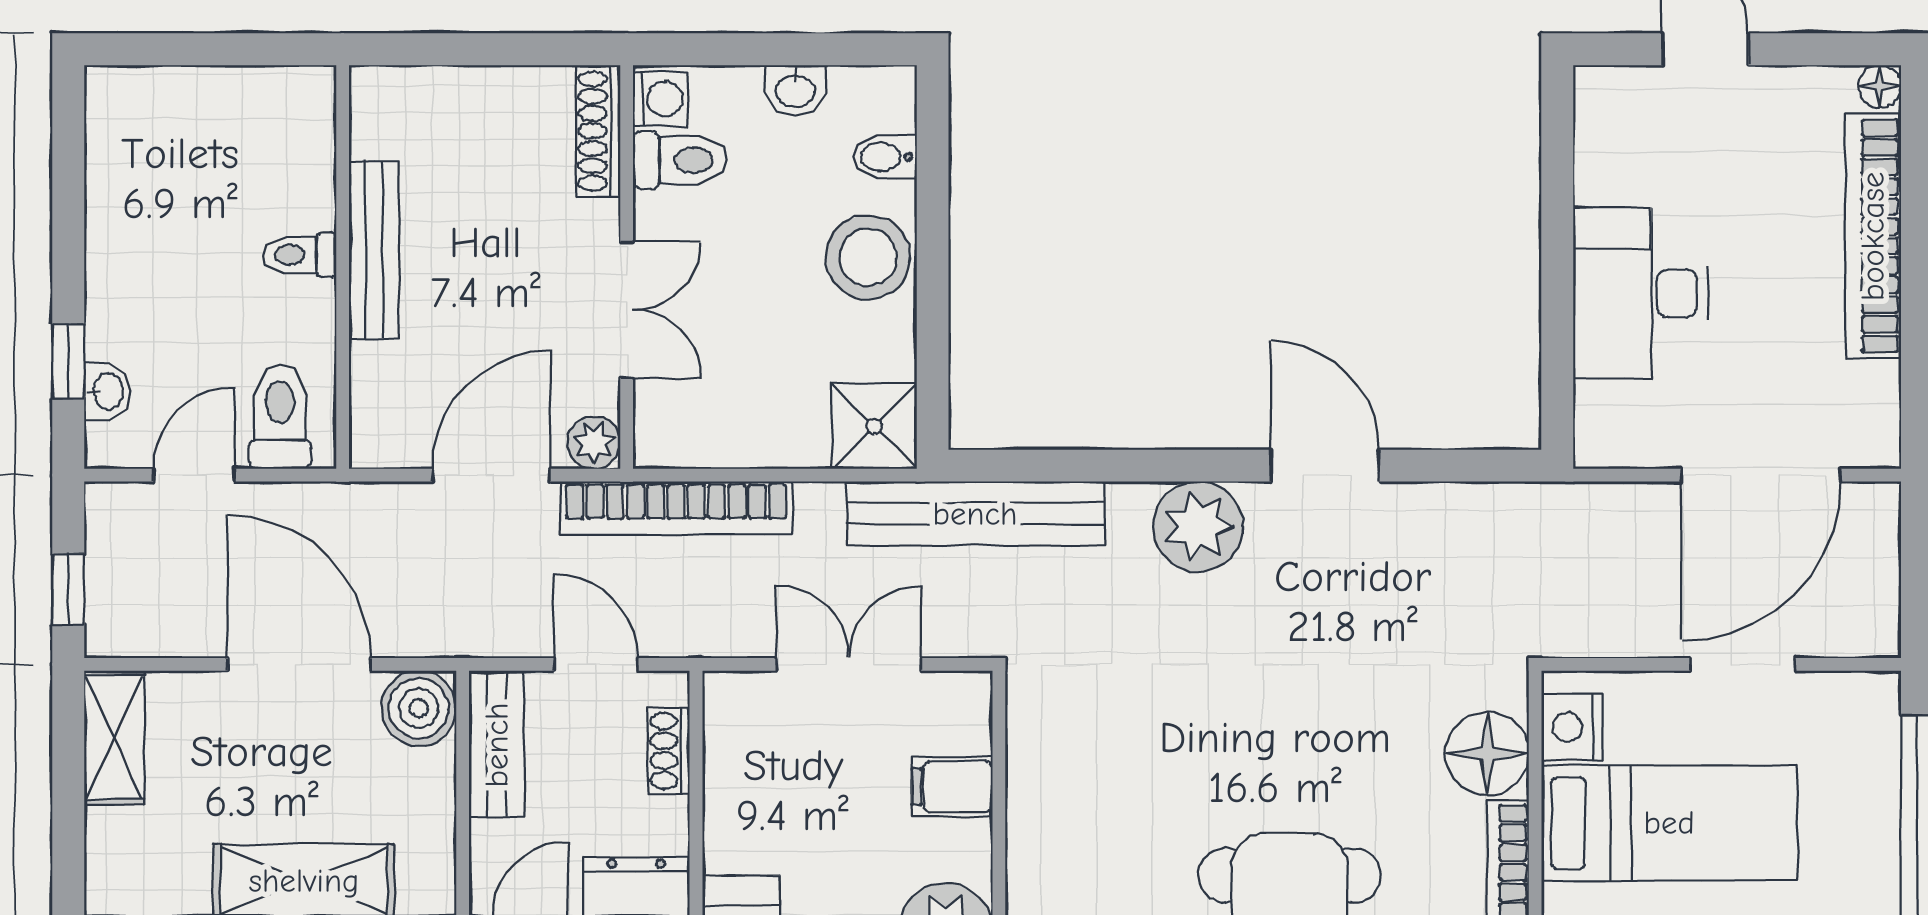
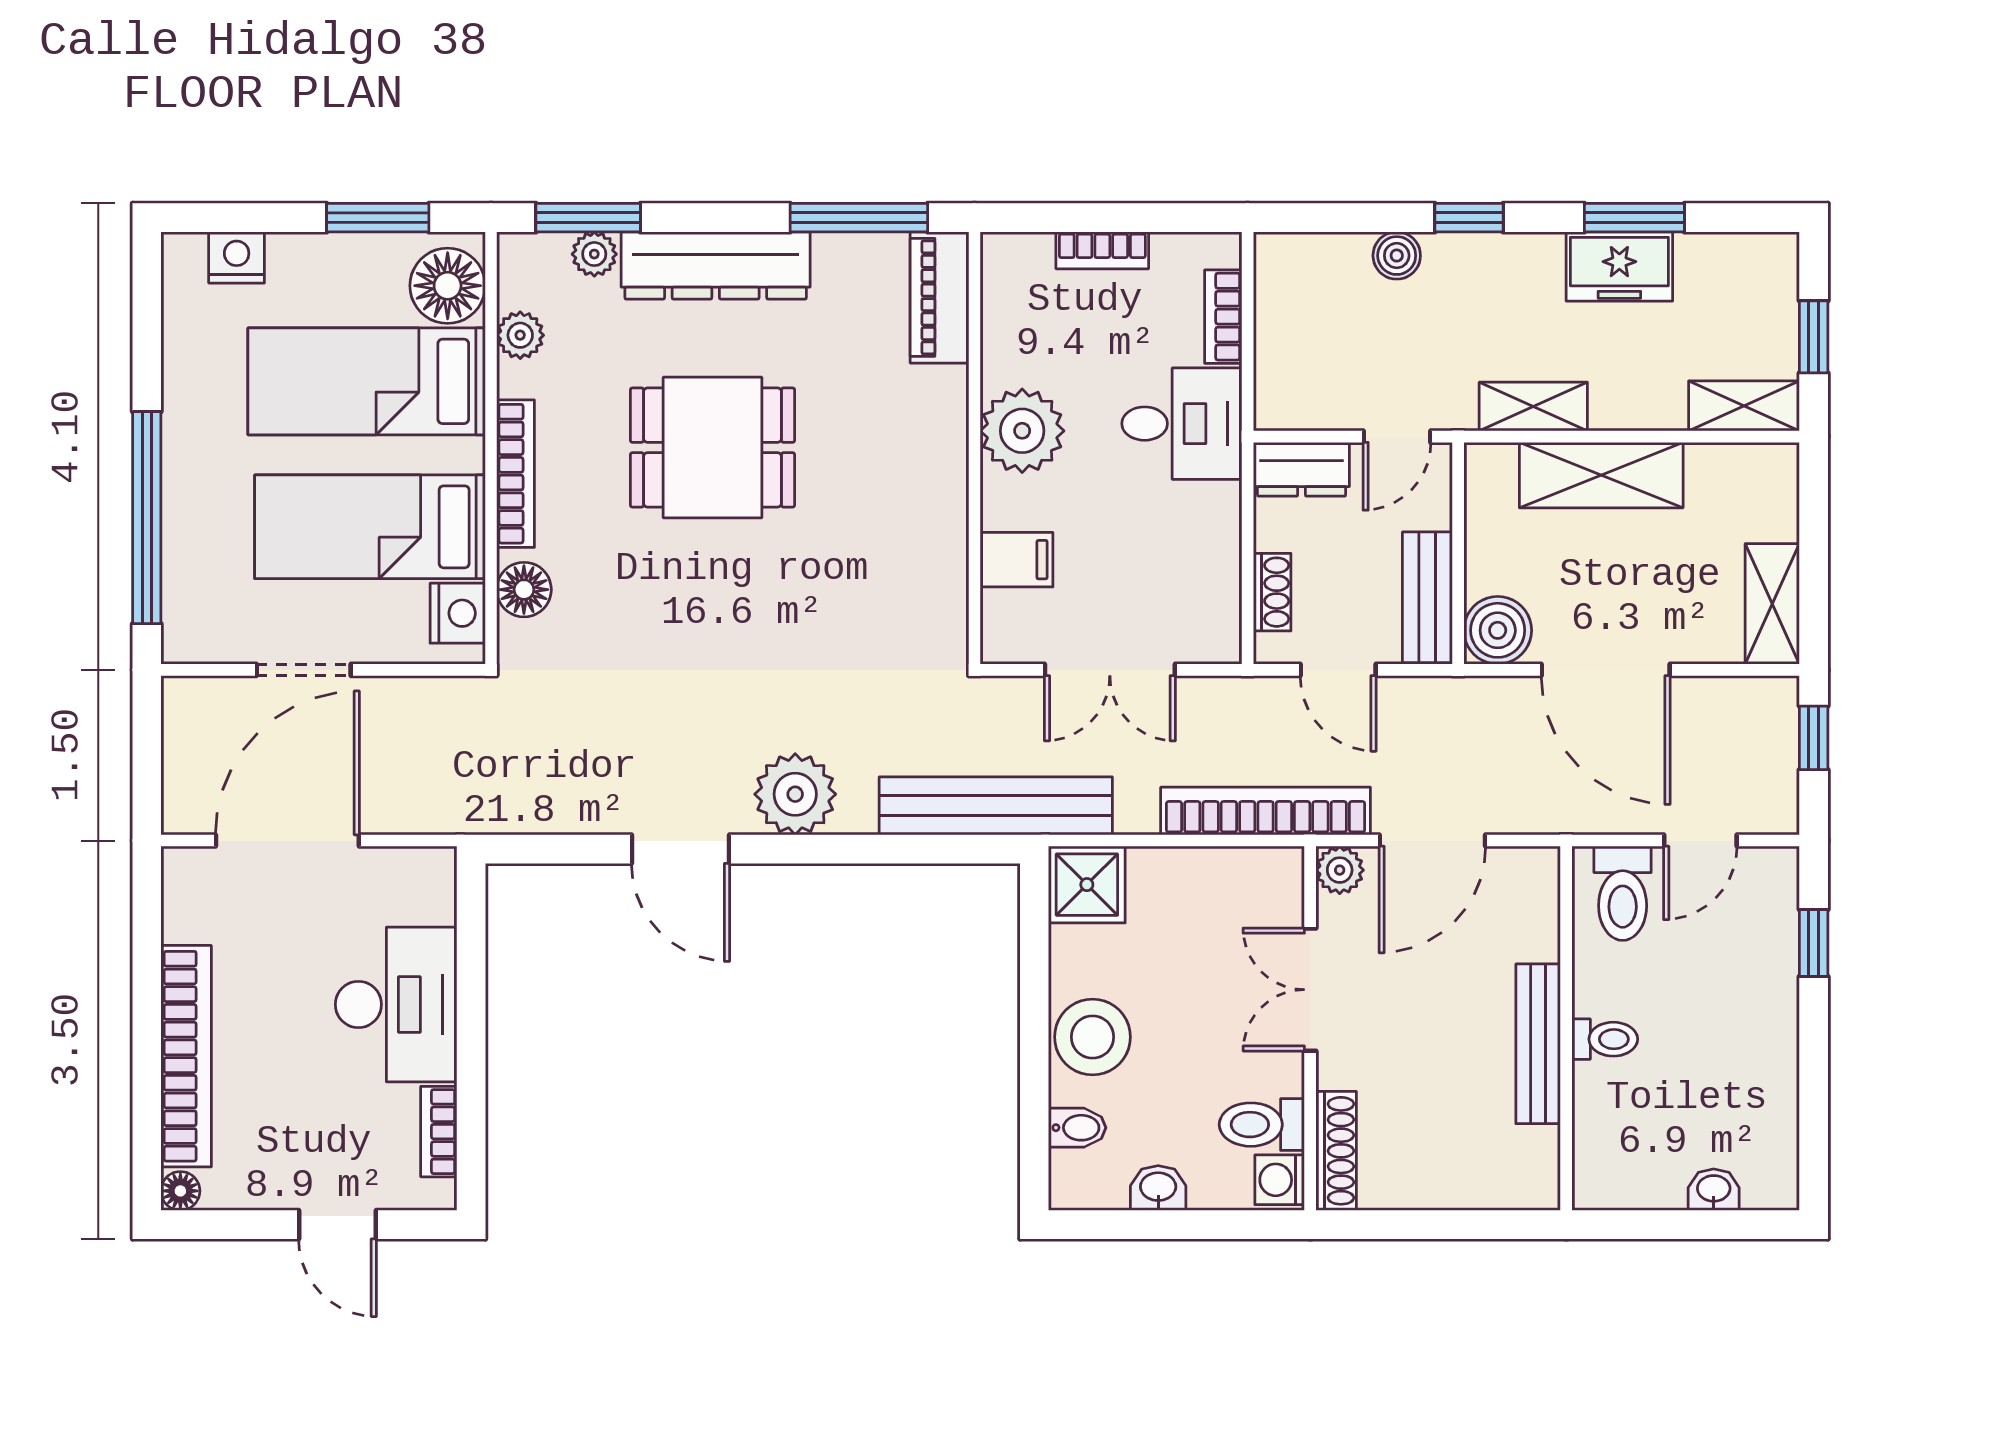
bookcase: (1593, 152) -> (439, 1132), added
washbasin: (107, 392) -> (1714, 1190), moved, turned 90
floor lamp: (1487, 753) -> (524, 590), width x0.73, depth x0.73

